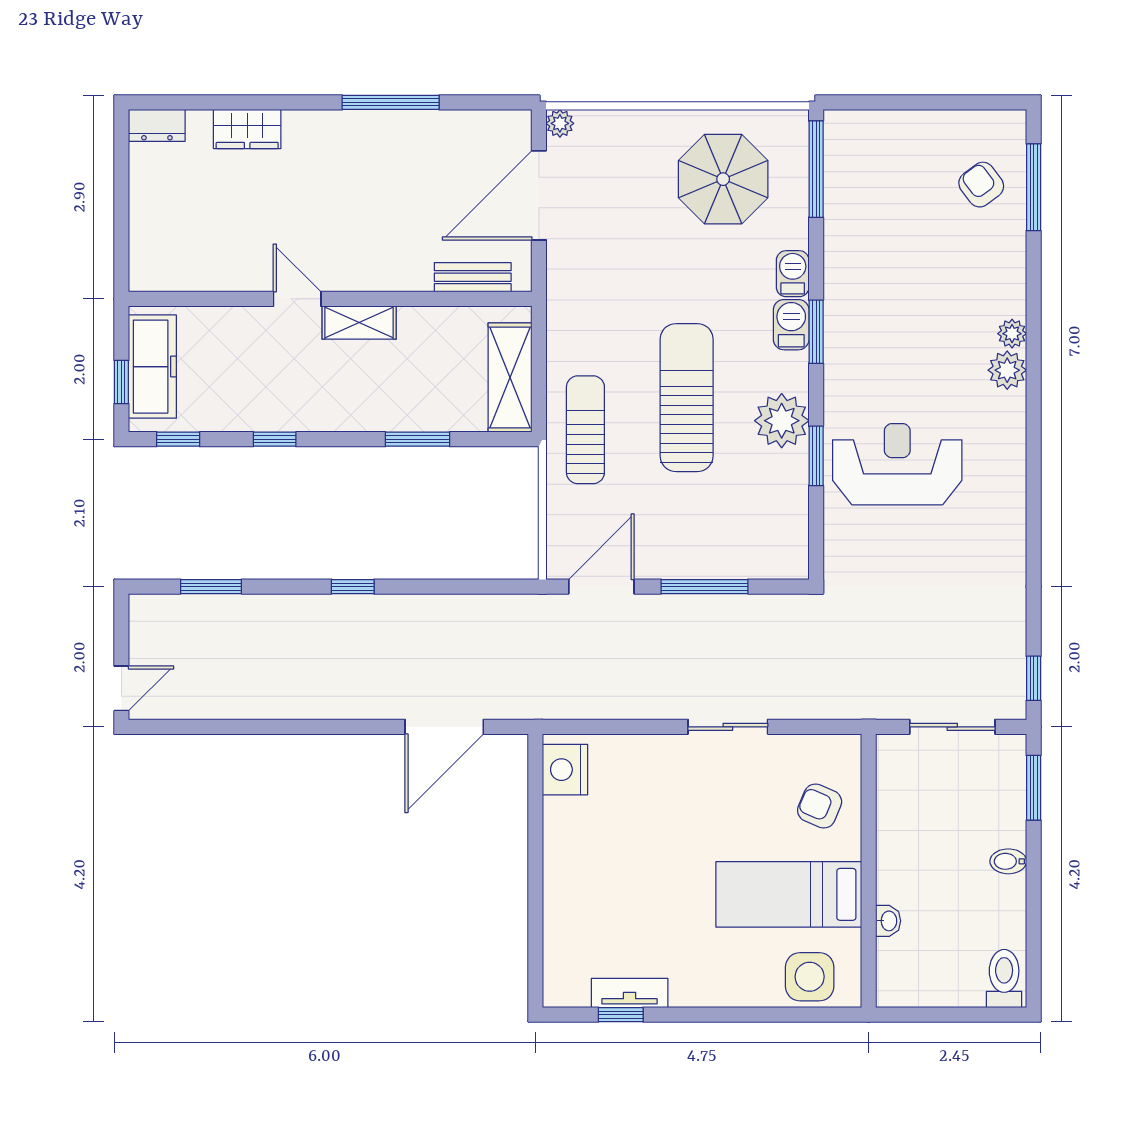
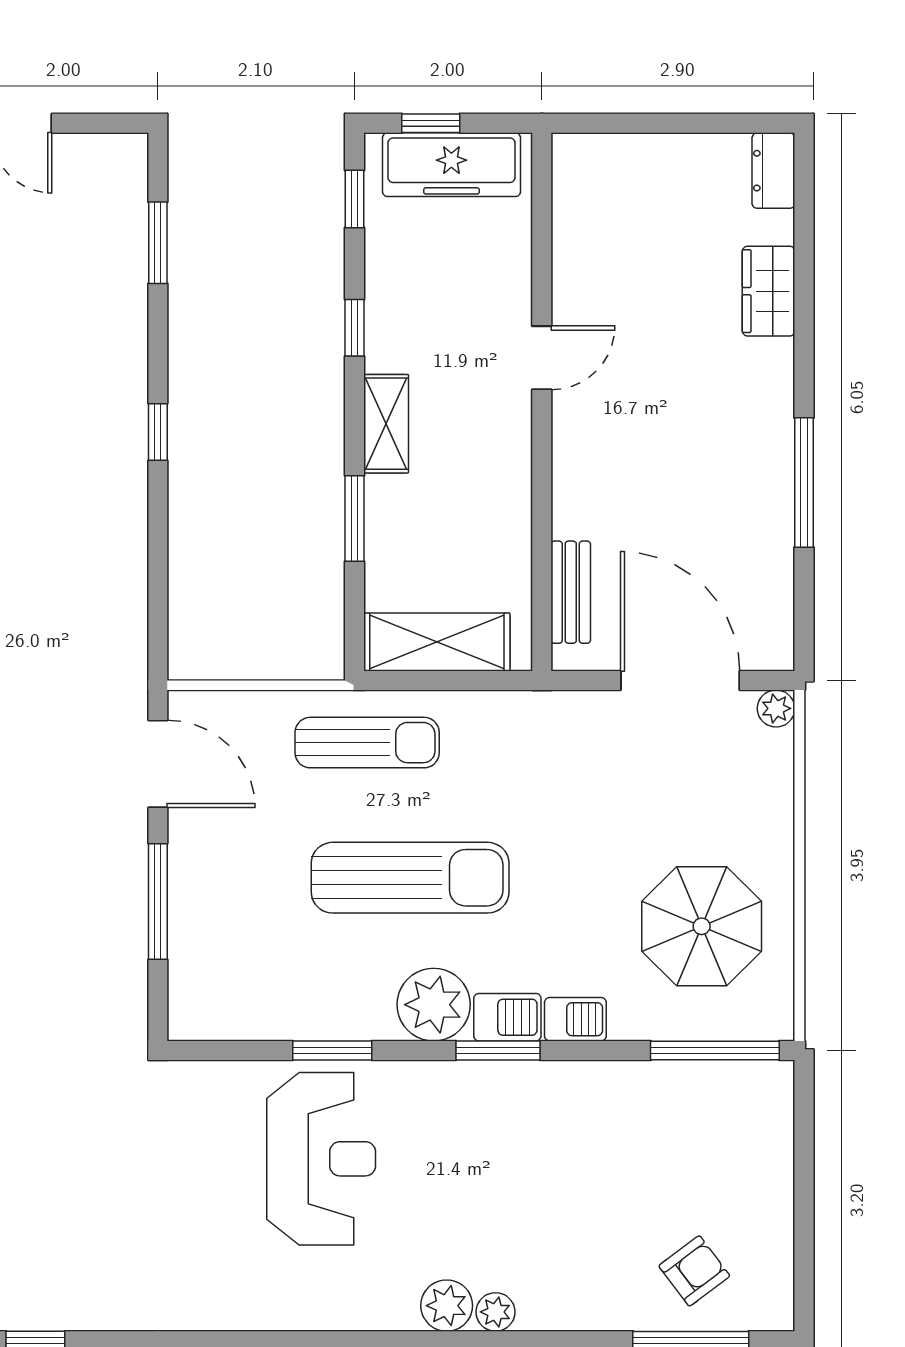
shelving: (359, 323) -> (386, 424), moved
plant: (782, 421) -> (434, 1005), moved

